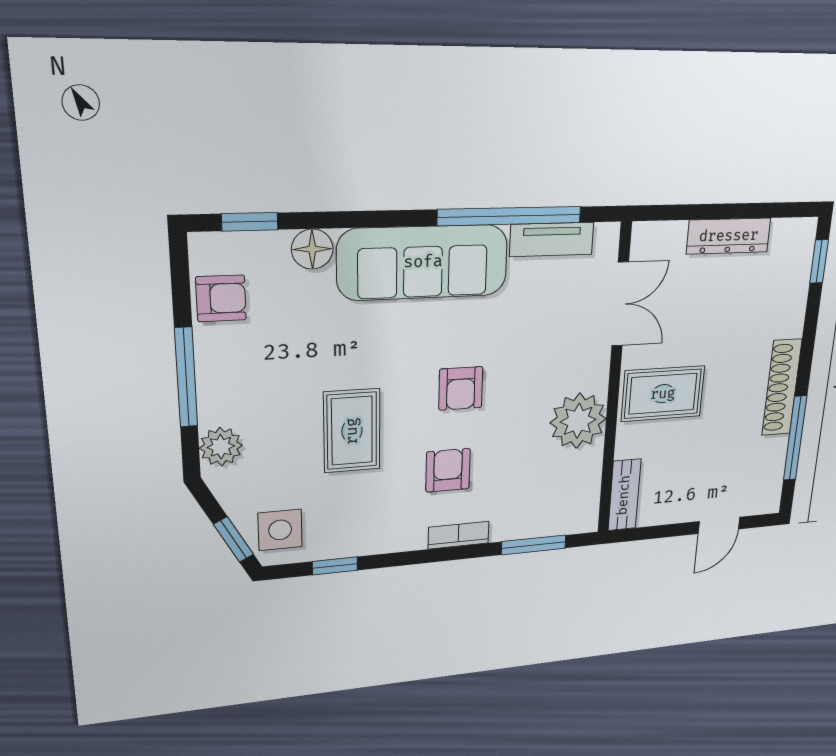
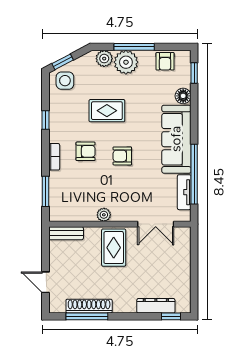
dresser: (729, 236) -> (156, 306), moved, turned 90
shoe rack: (782, 388) -> (89, 306), moved
plant: (228, 395) -> (126, 62), added
plant: (578, 421) -> (104, 215), width x0.53, depth x0.53
window: (335, 566) -> (45, 120), moved

